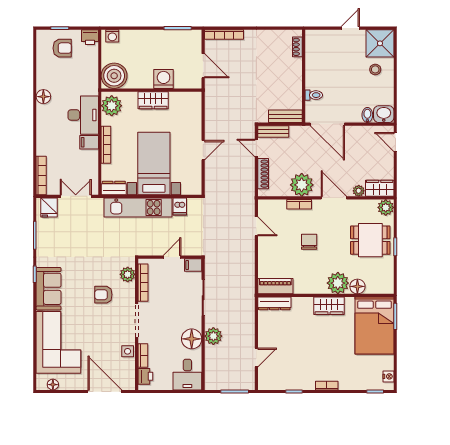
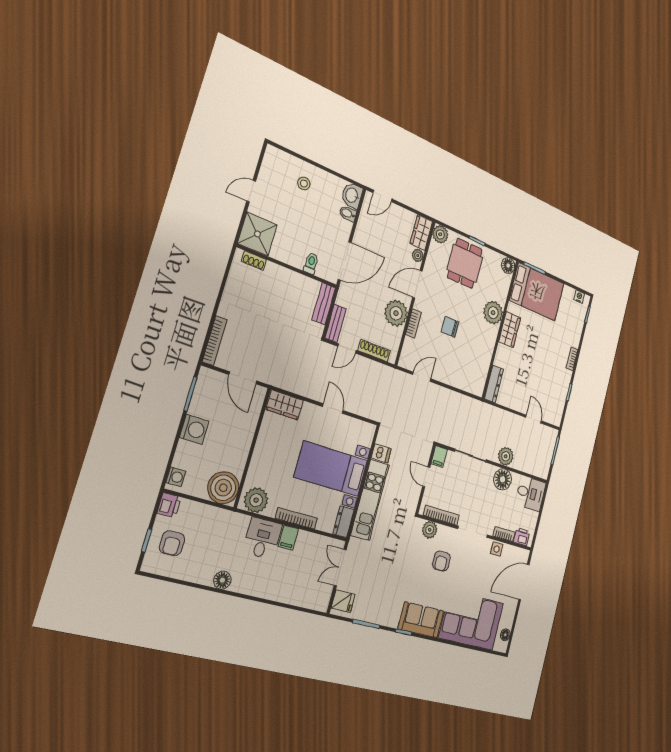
door: (350, 28) -> (251, 191), hinge flipped
shower: (380, 43) -> (257, 234), moved
armchair: (62, 48) -> (172, 543), turned 180
door: (203, 66) -> (243, 378), swing flipped
washing machine: (164, 79) -> (194, 429), moved, turned 180
wardrobe: (153, 100) -> (285, 405), moved, turned 90
desk: (83, 115) -> (262, 538), width x0.73
bookcase: (41, 176) -> (308, 603), removed
piano: (275, 286) -> (480, 377), removed
floor lamp: (357, 286) -> (508, 266), moved

